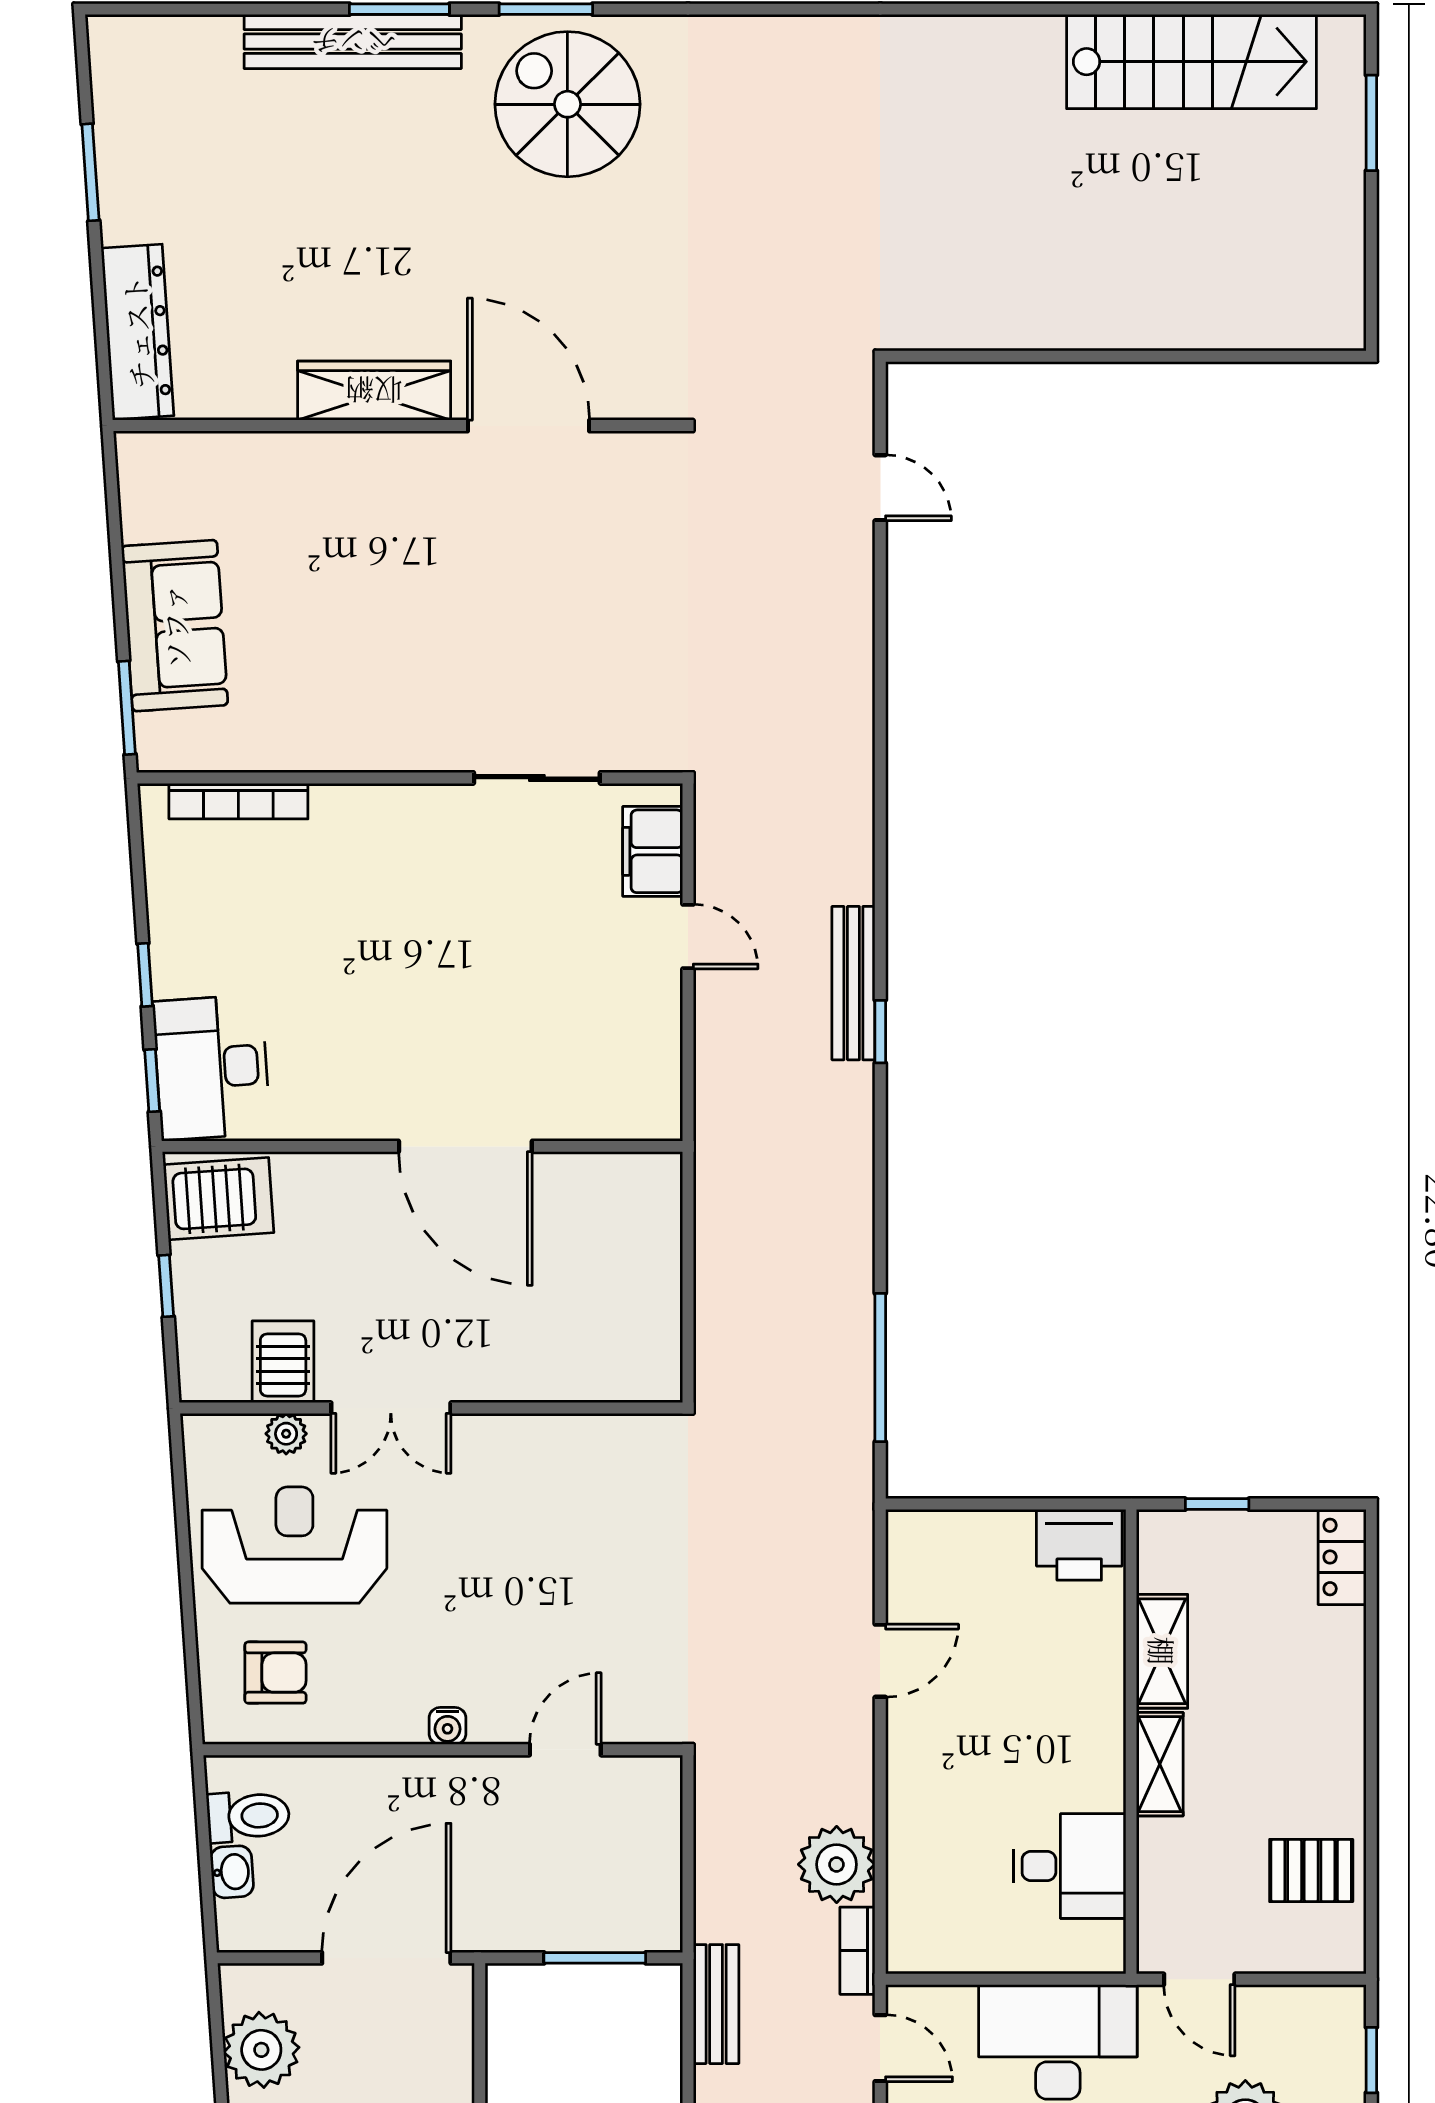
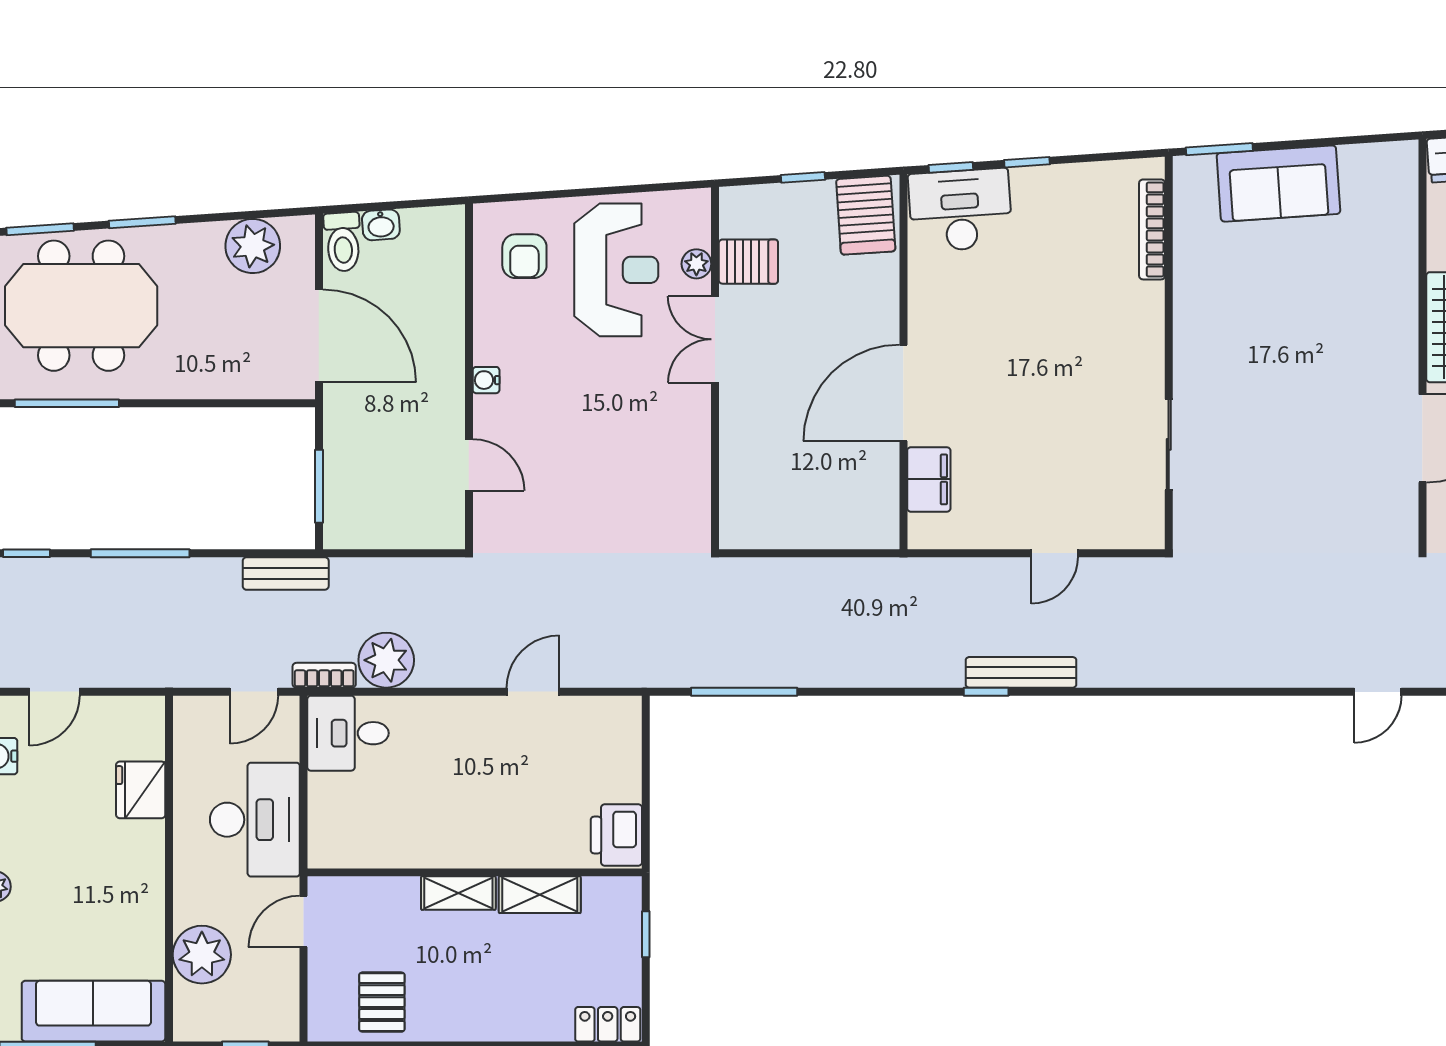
filing cabinet: (653, 851) -> (929, 479), moved, turned 90
door: (880, 1661) -> (533, 692), swing flipped
toilet: (248, 1816) -> (343, 242), moved
desk: (1069, 1866) -> (348, 733), moved, turned 90

